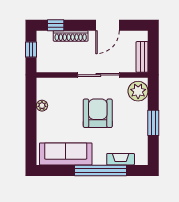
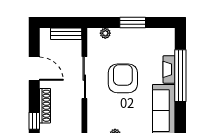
plant: (138, 91) -> (105, 33), width x0.53, depth x0.53
armchair: (98, 113) -> (123, 78), turned 90
fireplace: (121, 159) -> (169, 69), moved

